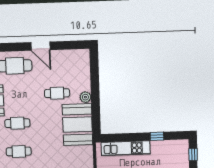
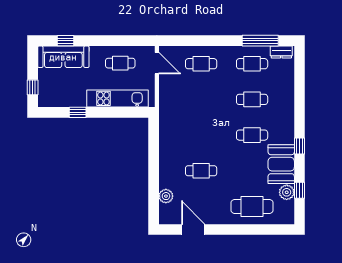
door: (40, 46) -> (193, 229), moved
plant: (85, 97) -> (166, 196), moved
booth: (78, 125) -> (177, 131), removed

